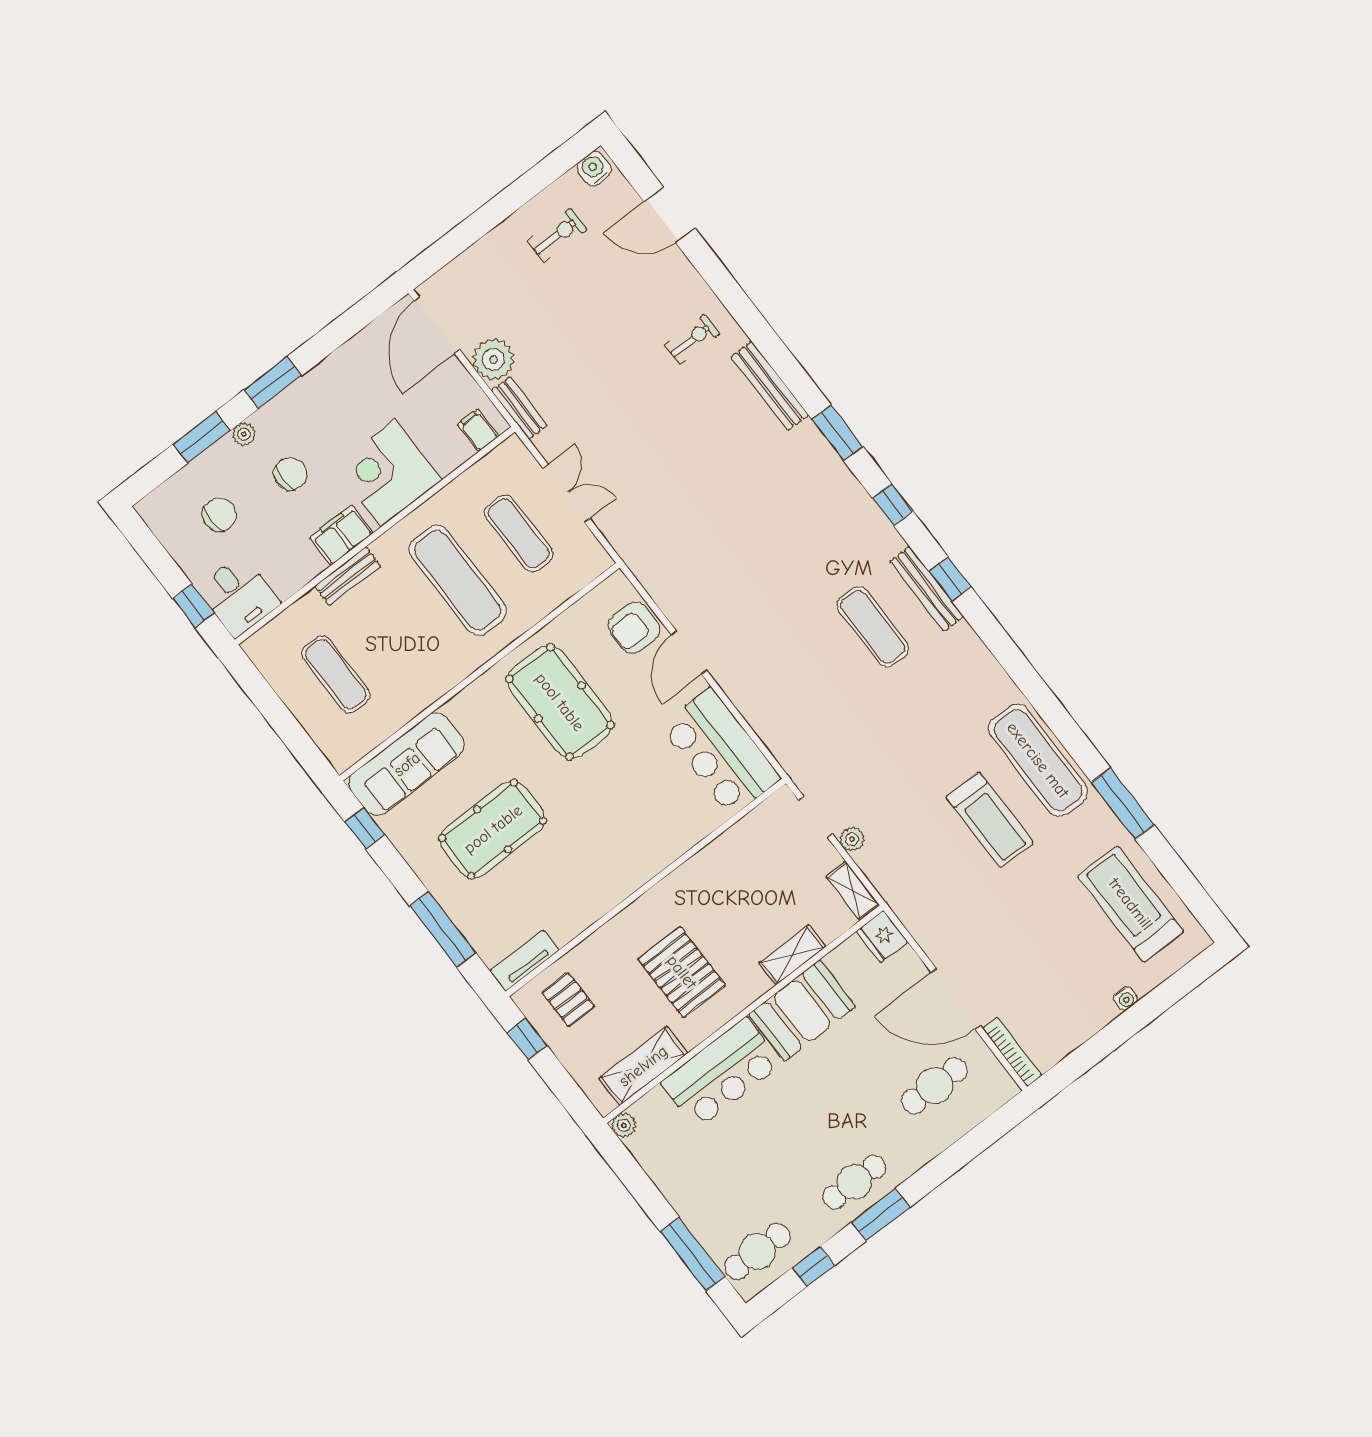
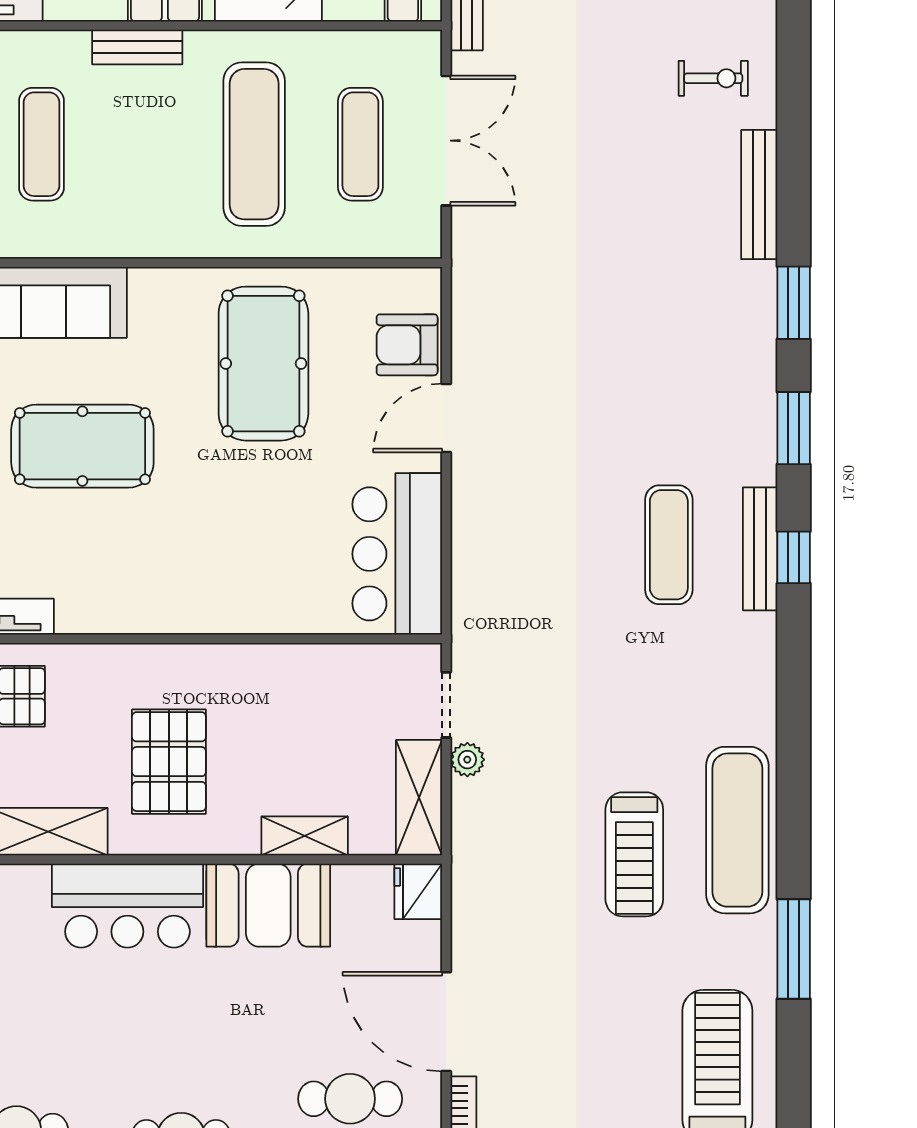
double door: (566, 493) -> (446, 141), width x1.37
window: (893, 505) -> (794, 428), width x1.50
shelving: (853, 891) -> (419, 798), width x1.50, depth x1.33

